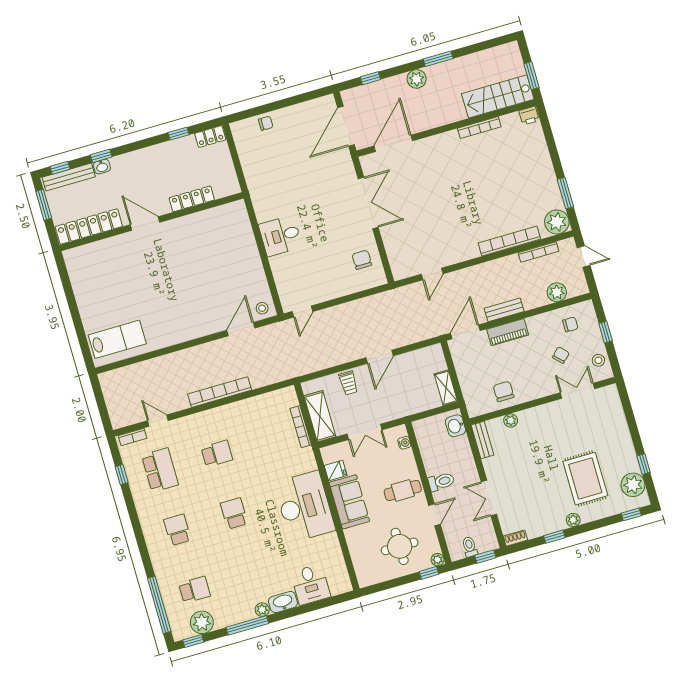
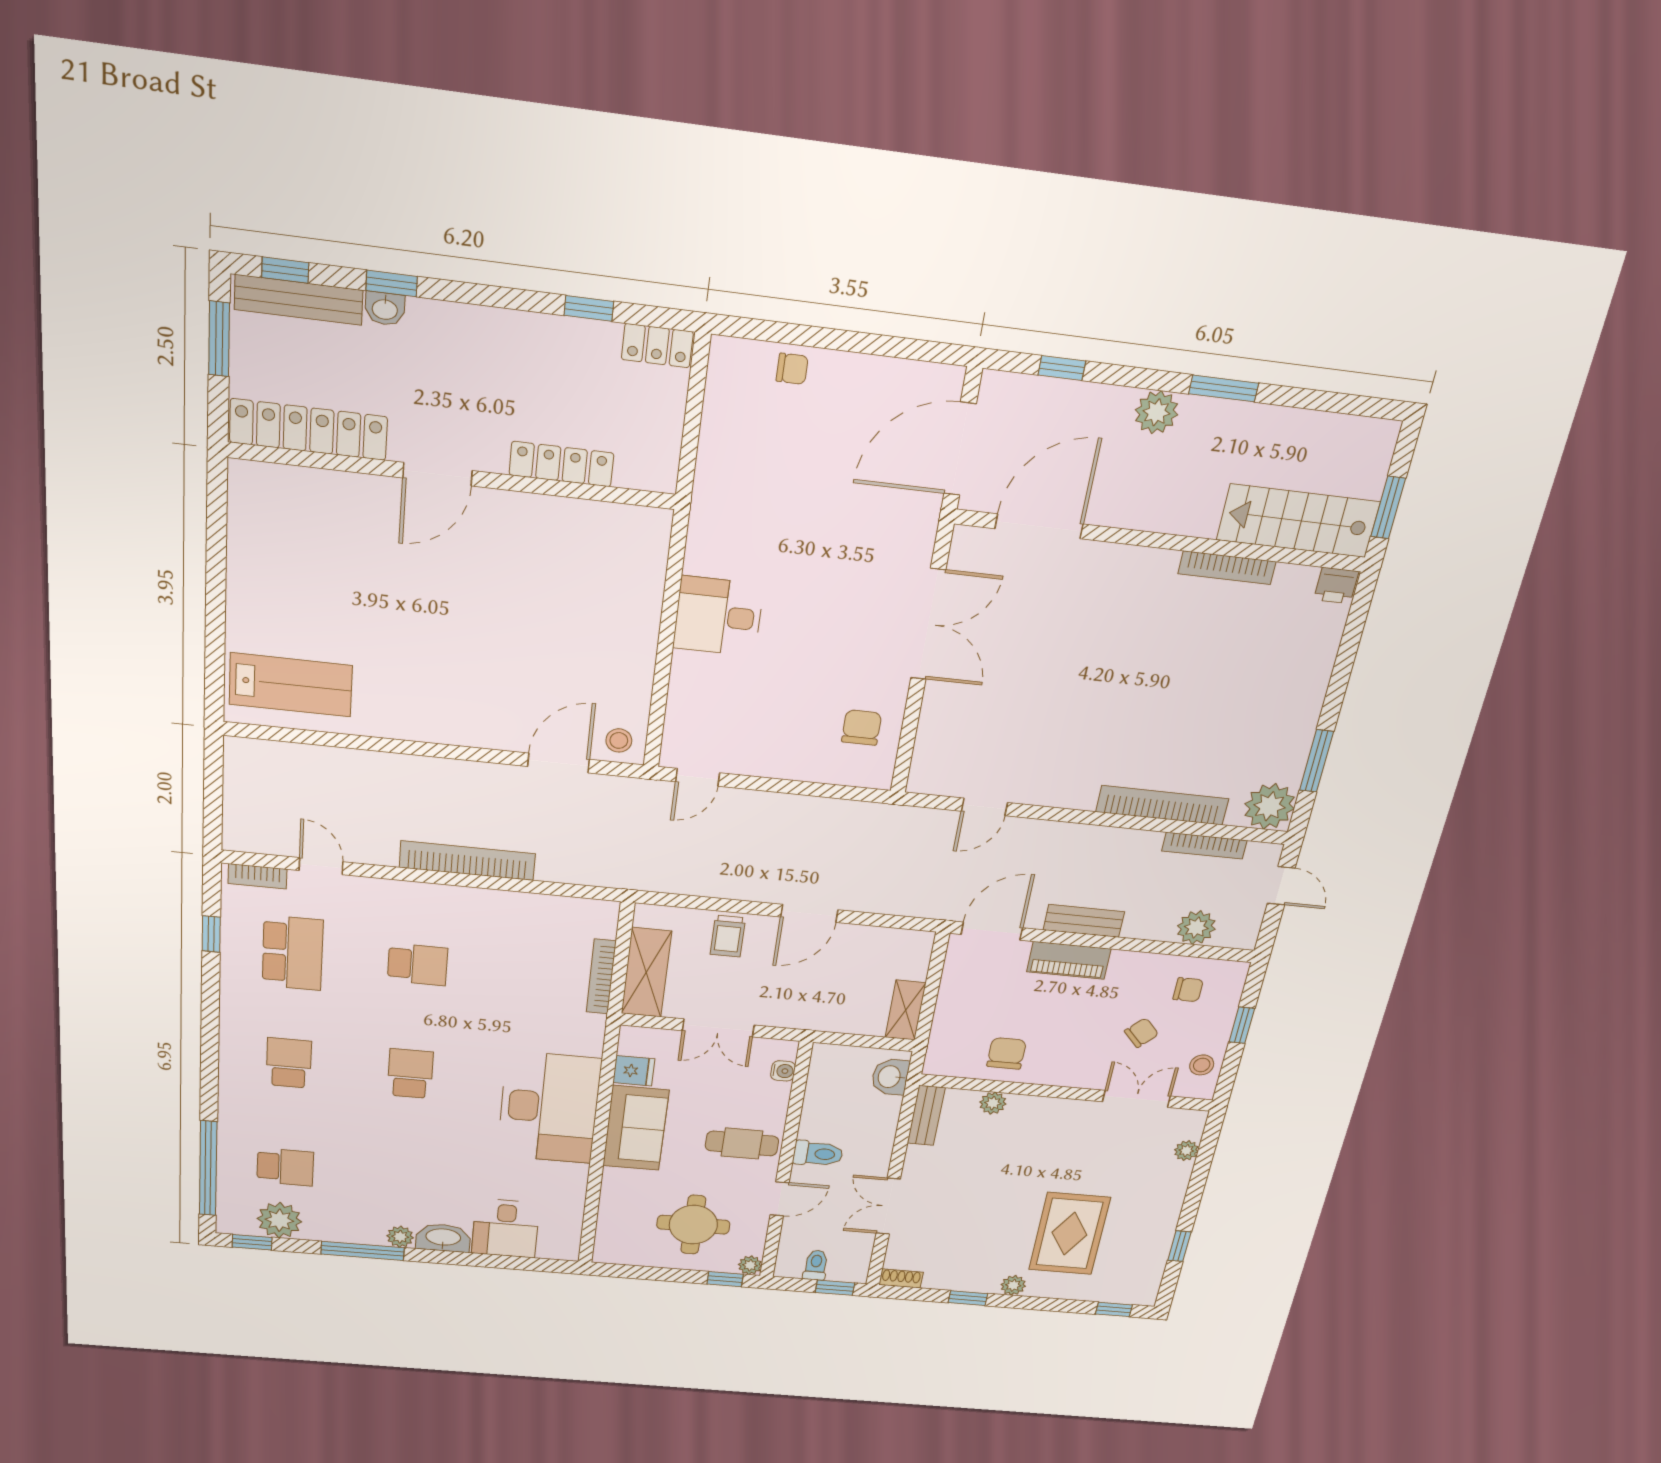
door: (145, 223) -> (438, 474), swing flipped
plant: (633, 485) -> (1186, 1151), moved, width x0.53, depth x0.53

